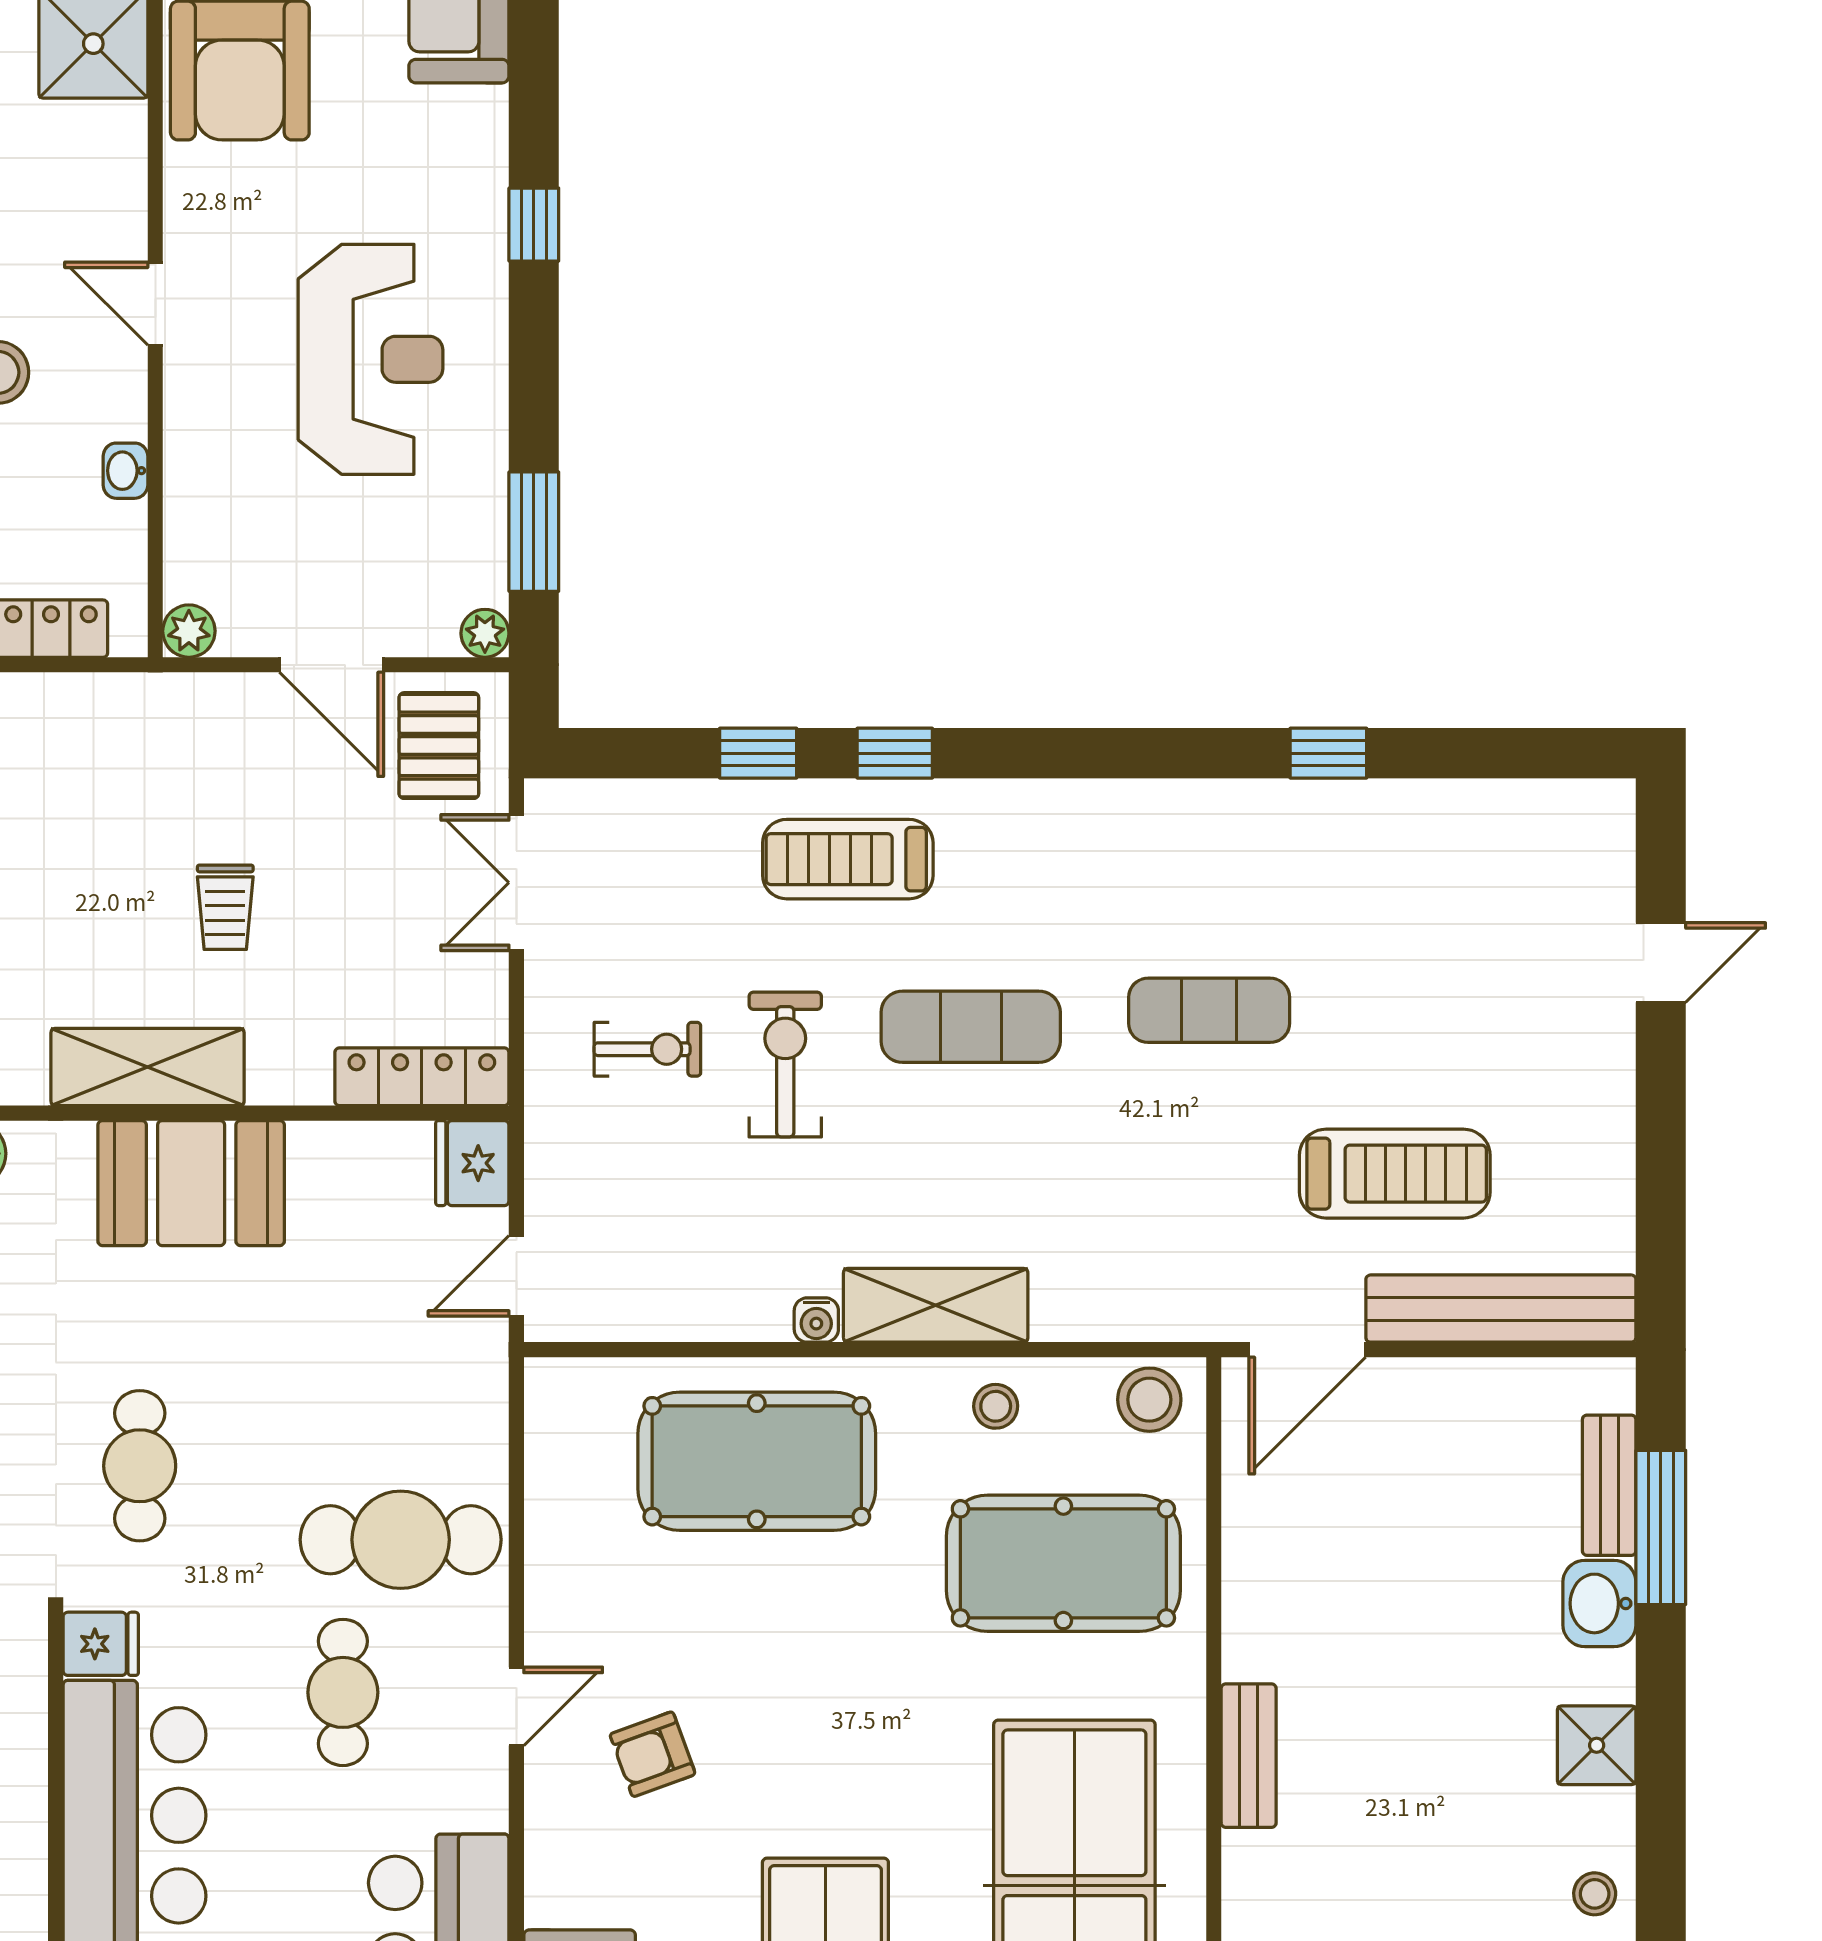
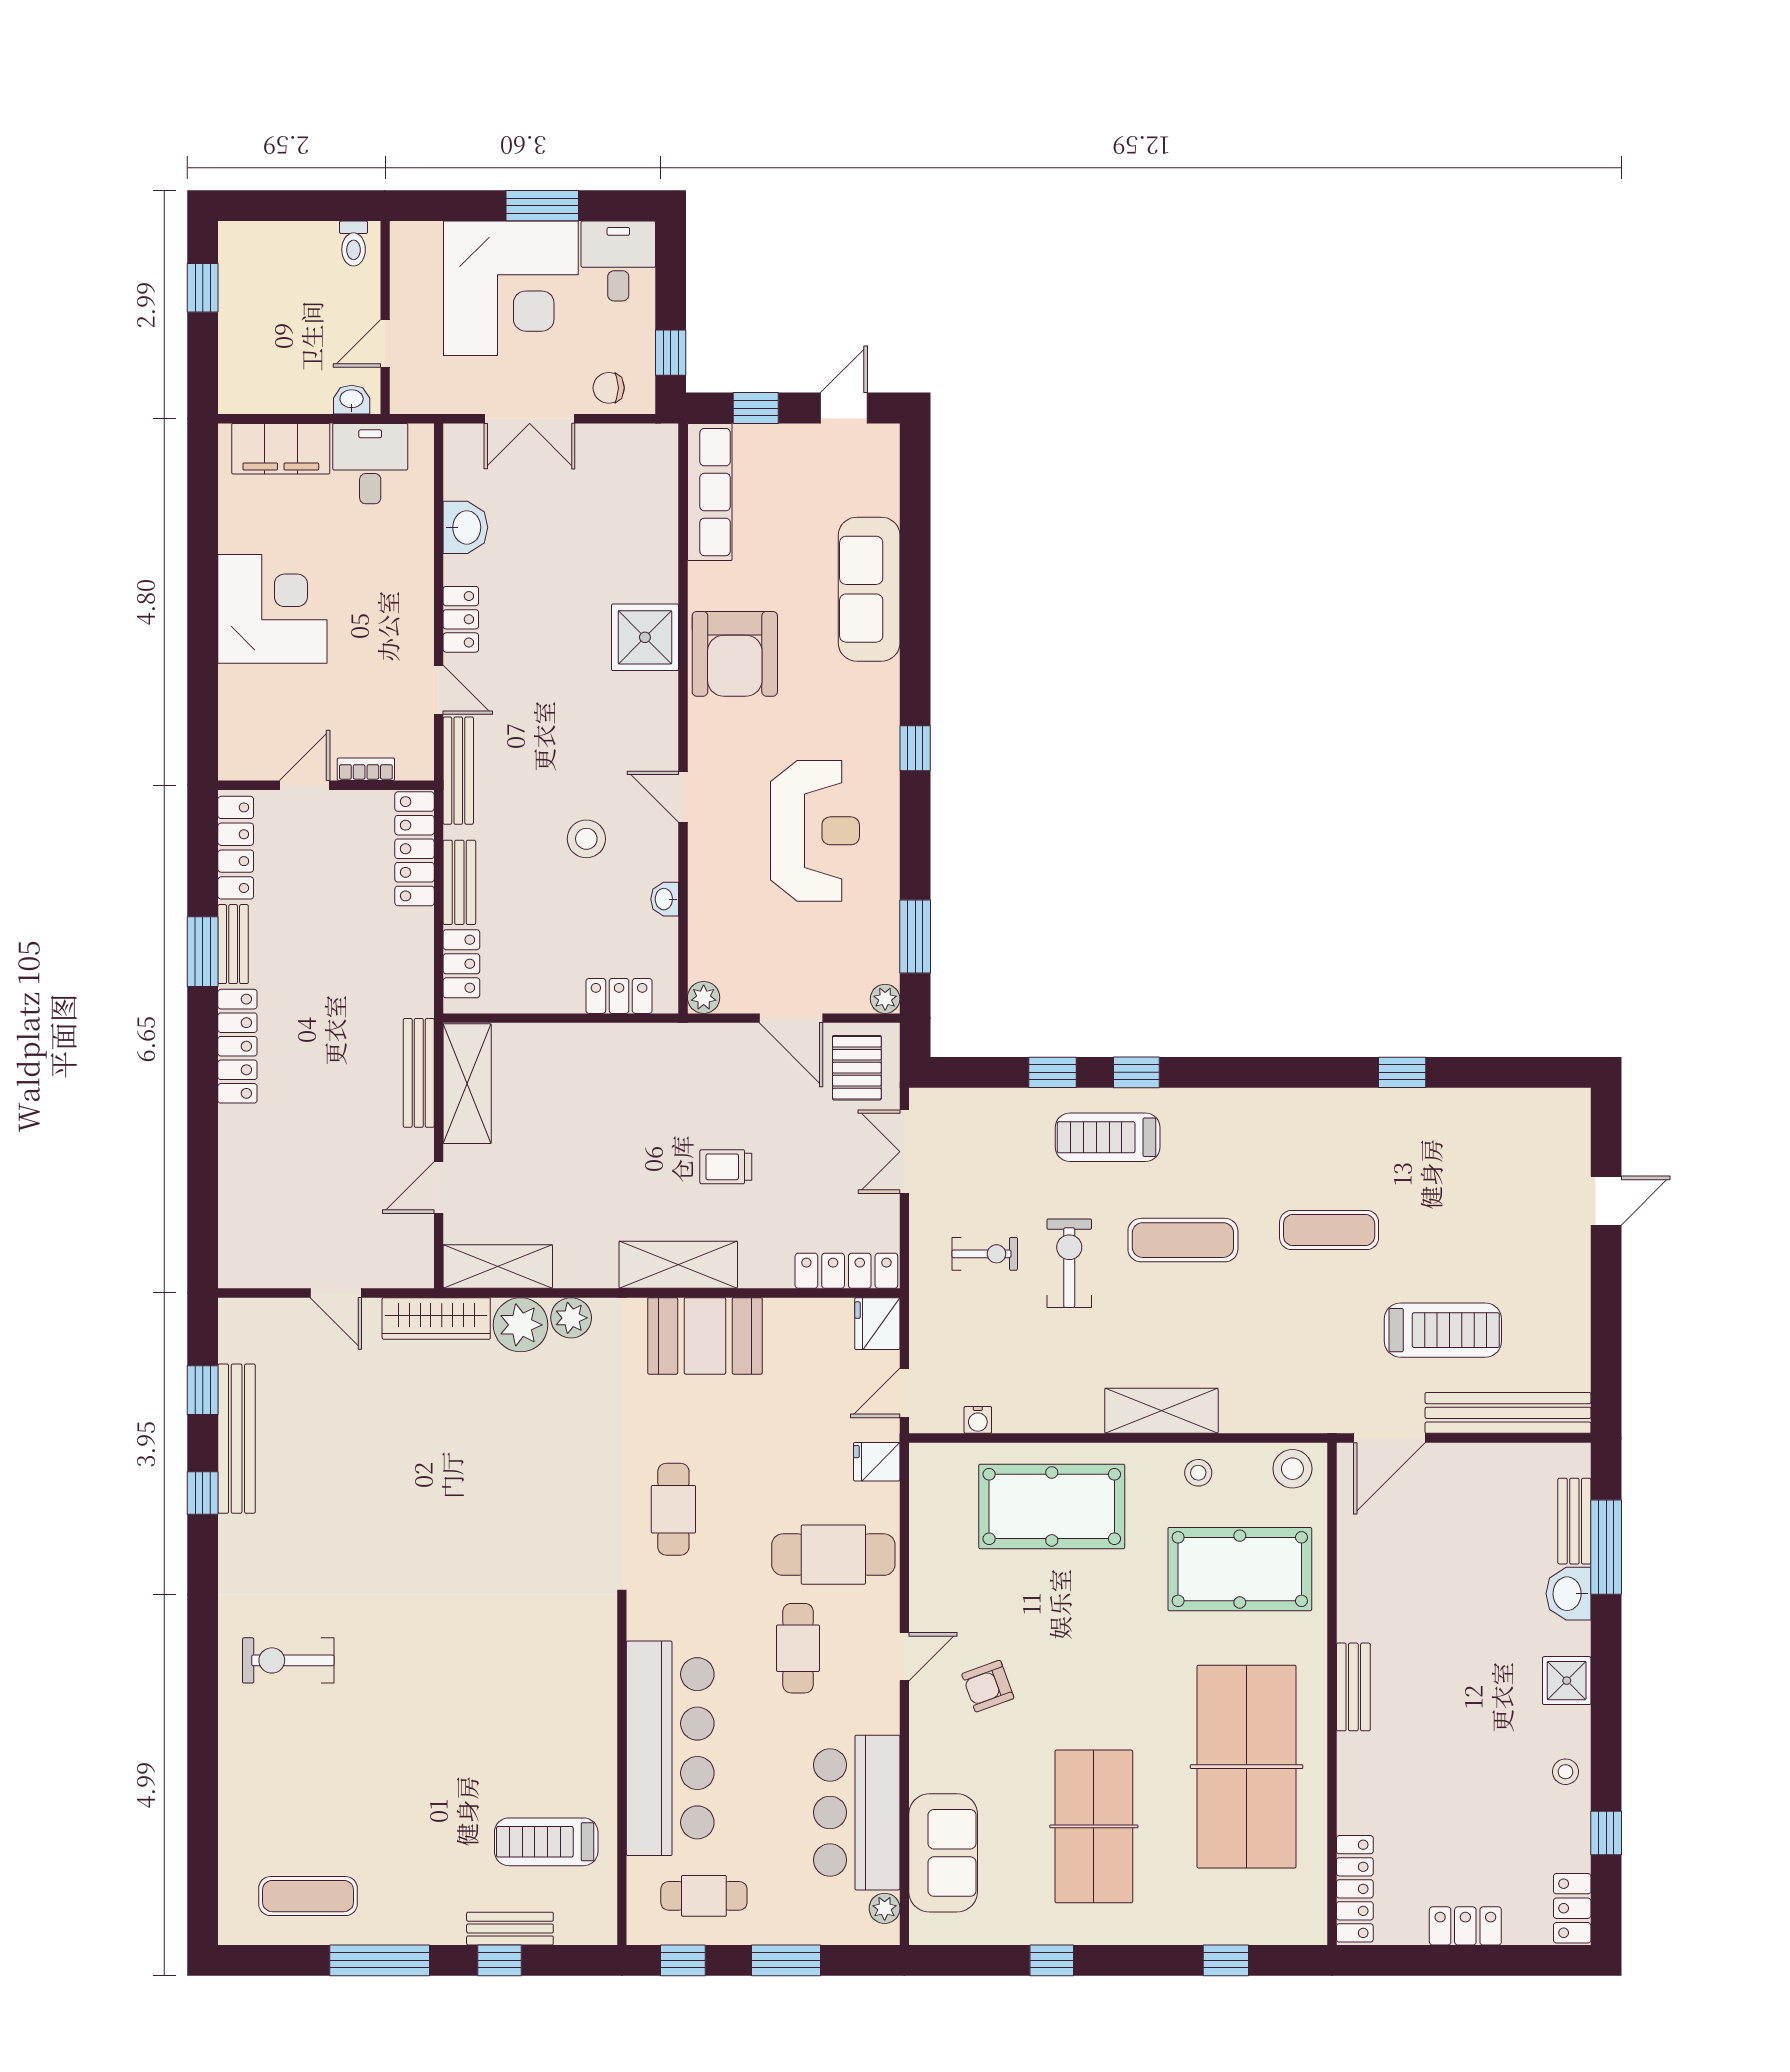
trolley: (225, 907) -> (726, 1167), turned 90
water cooler: (816, 1320) -> (978, 1420), moved
fridge: (101, 1644) -> (877, 1462), moved, turned 180

